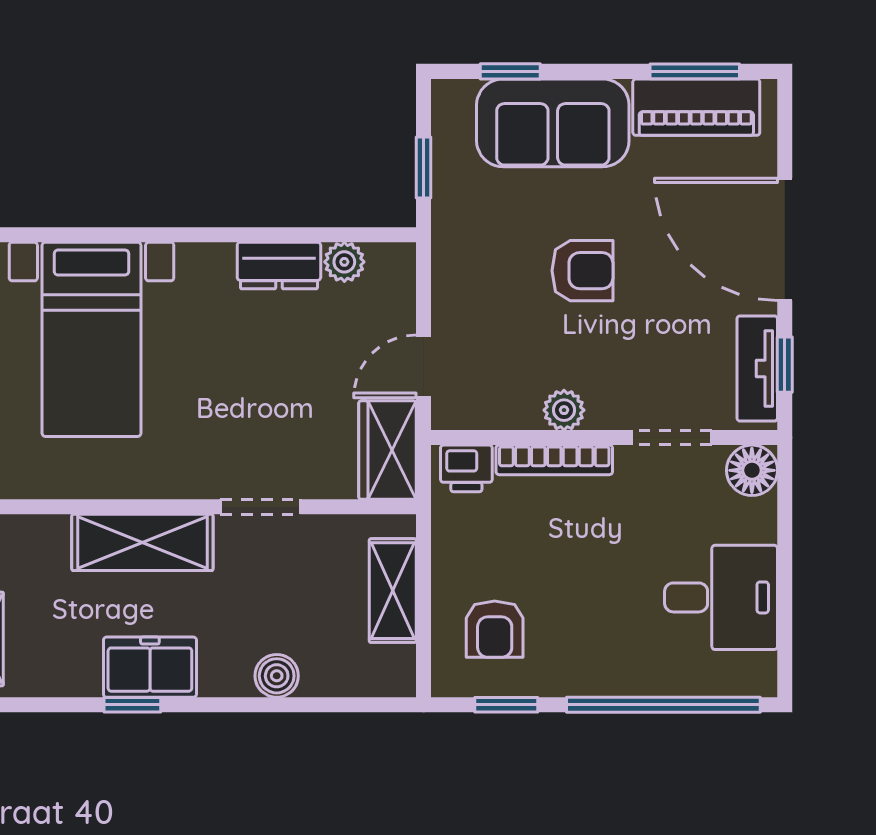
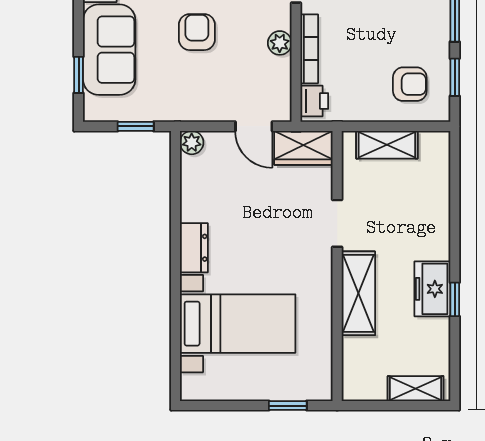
plant: (344, 262) -> (192, 143), moved
dresser: (279, 266) -> (194, 248), moved
boiler: (277, 676) -> (437, 214), removed

